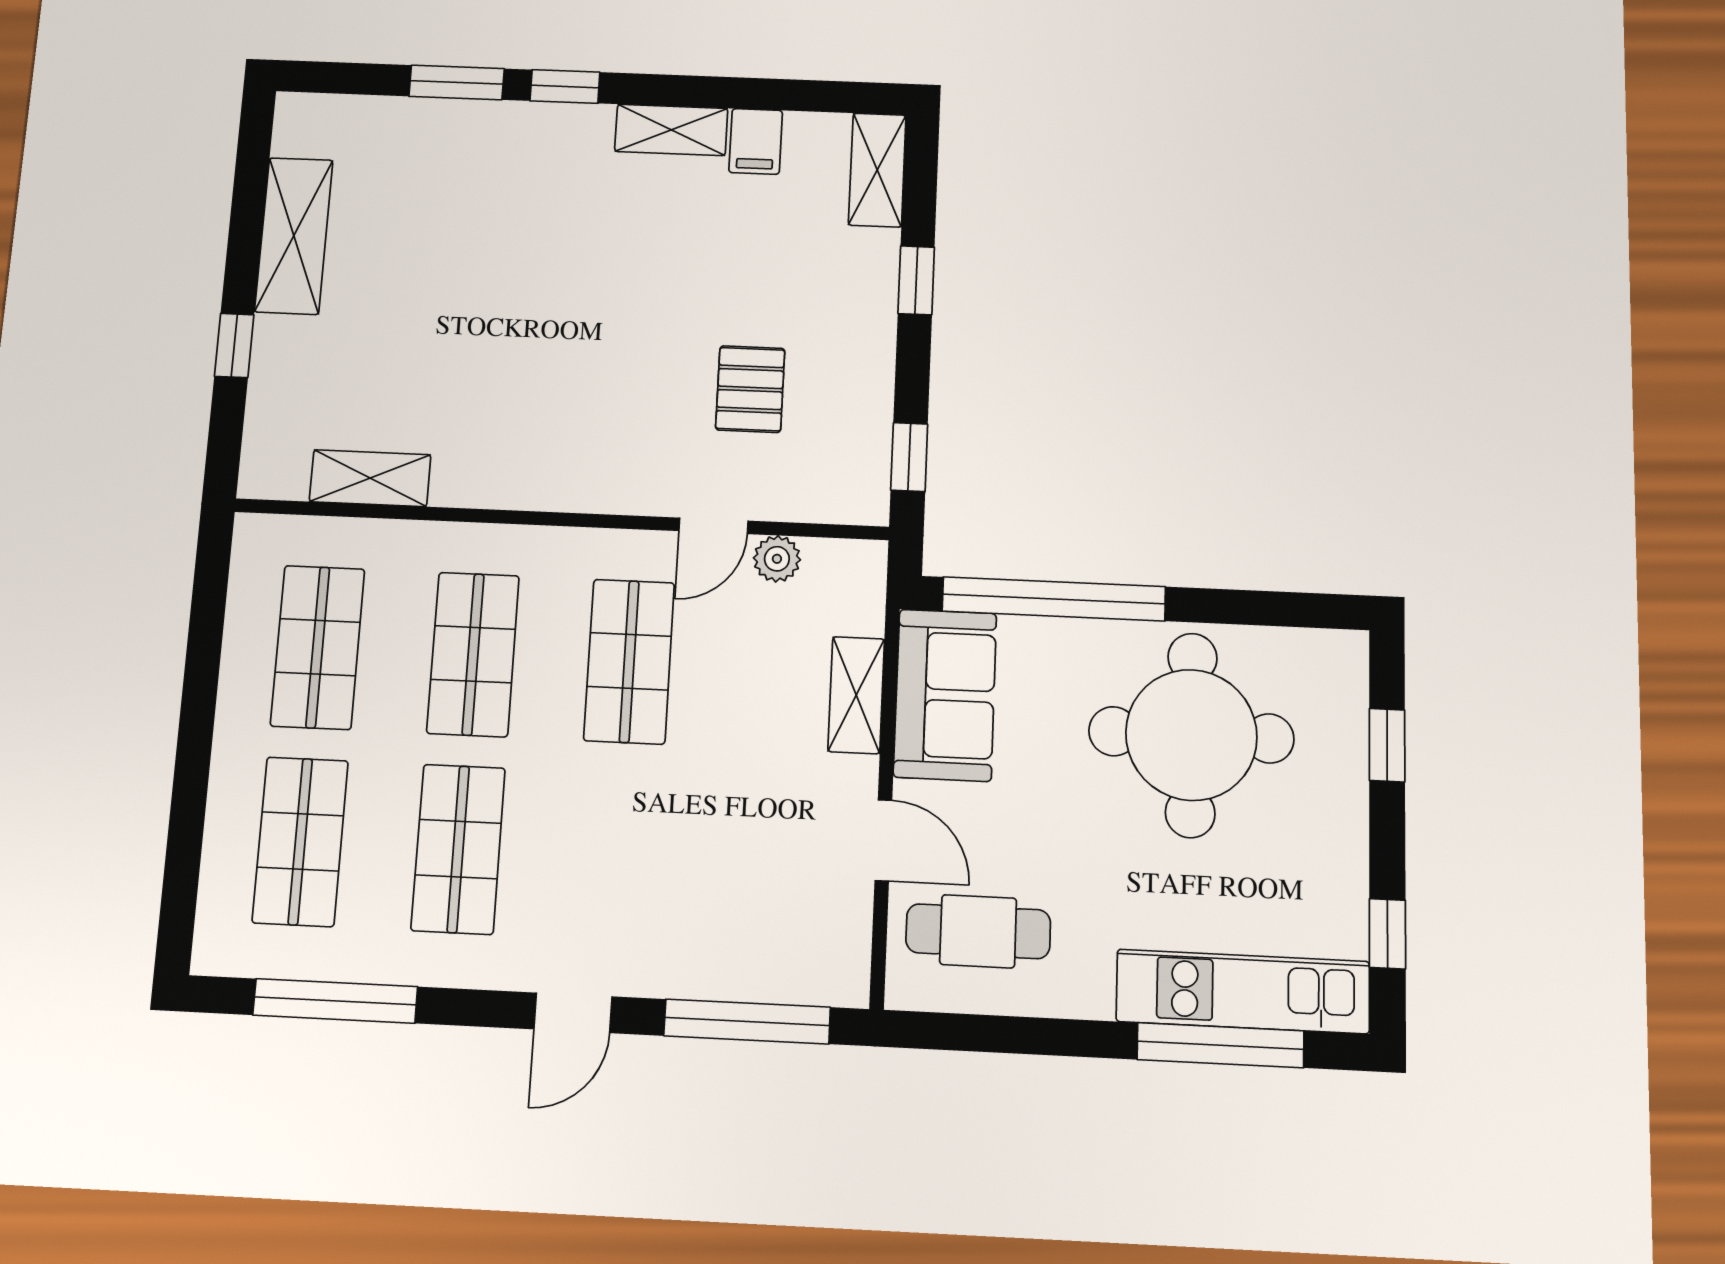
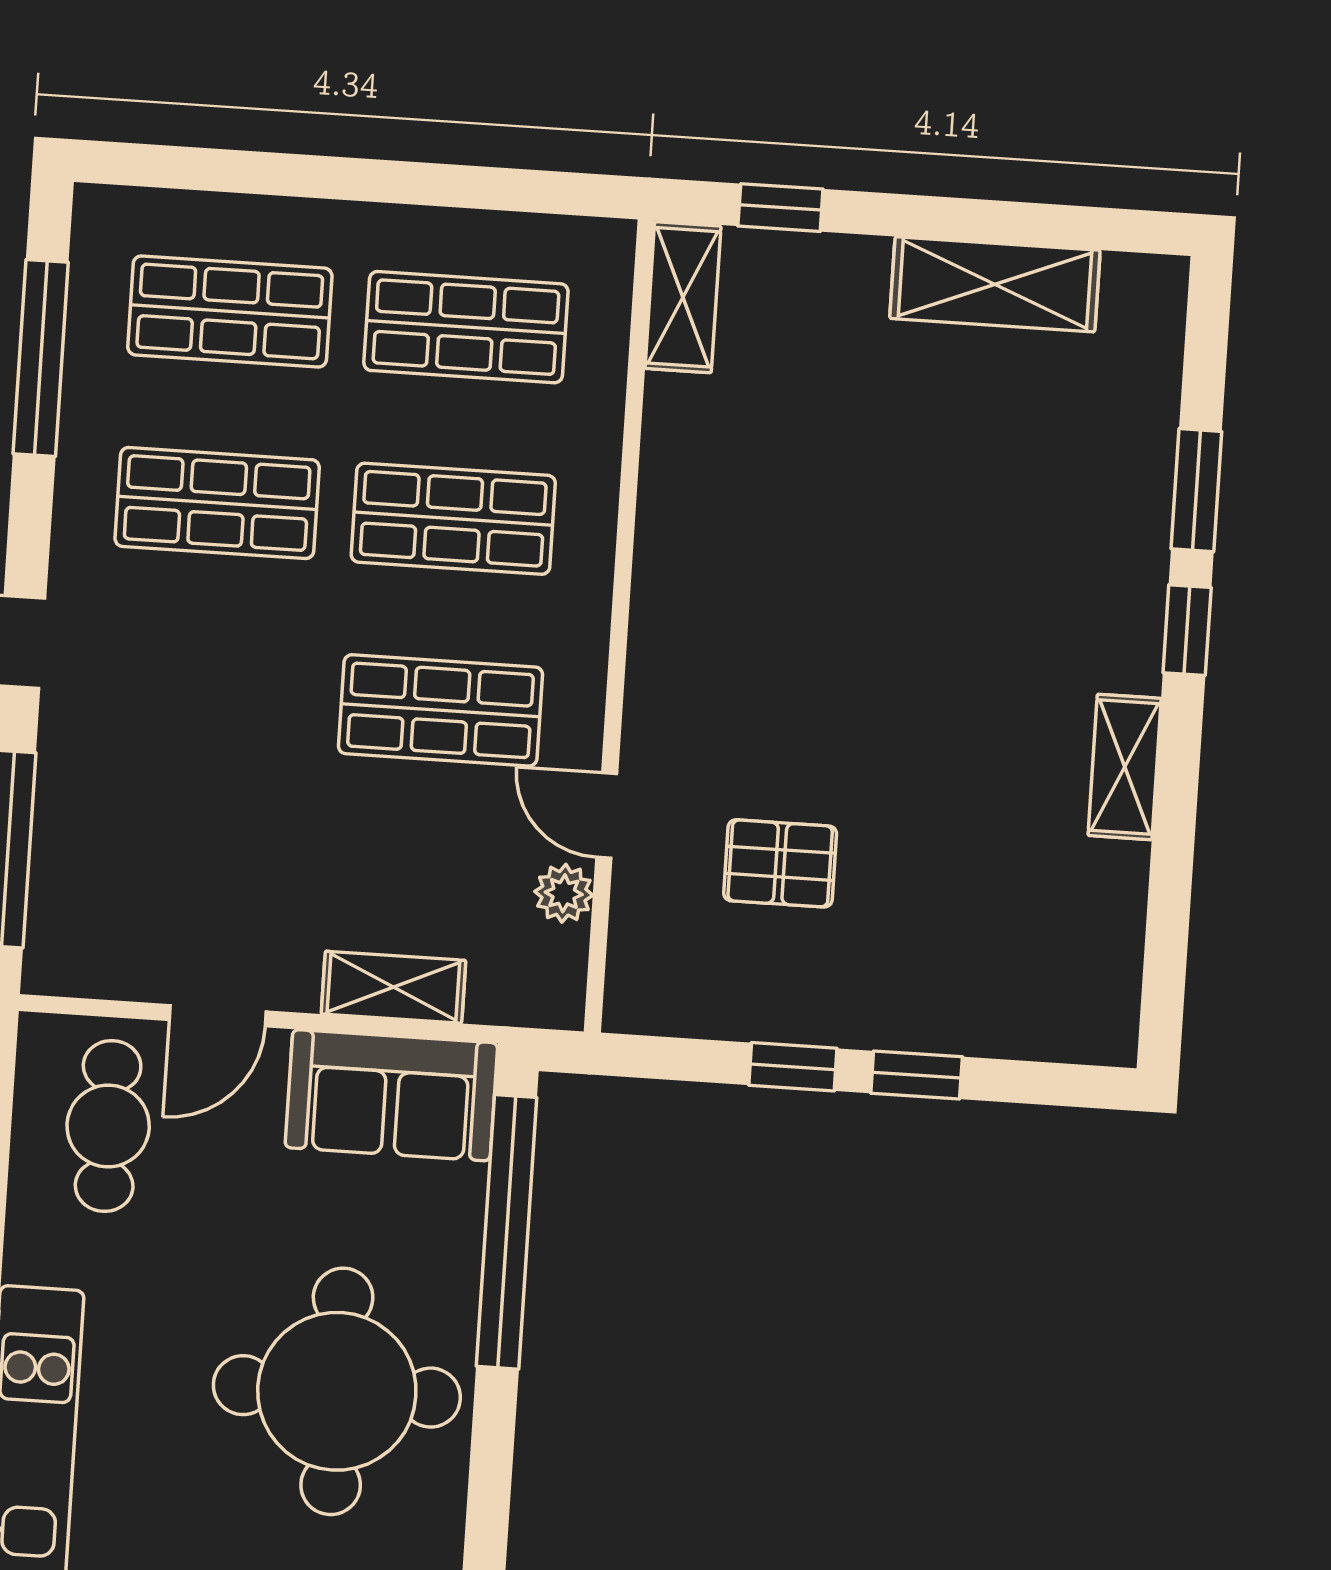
filing cabinet: (756, 141) -> (1106, 875), removed
shelving: (877, 170) -> (1064, 1030), removed
window: (234, 345) -> (780, 208), moved
window: (909, 457) -> (793, 1067), moved
shelving: (370, 478) -> (683, 297), moved

